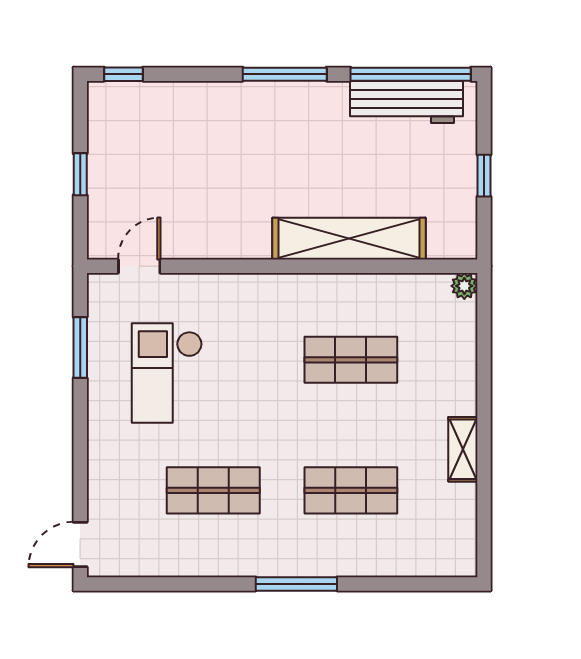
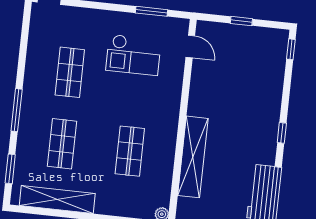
window: (285, 74) -> (282, 133), width x0.46
checkout: (167, 373) -> (133, 55), turned 180
shelving: (463, 449) -> (57, 199), width x2.20, depth x1.33
window: (409, 584) -> (10, 169), added

